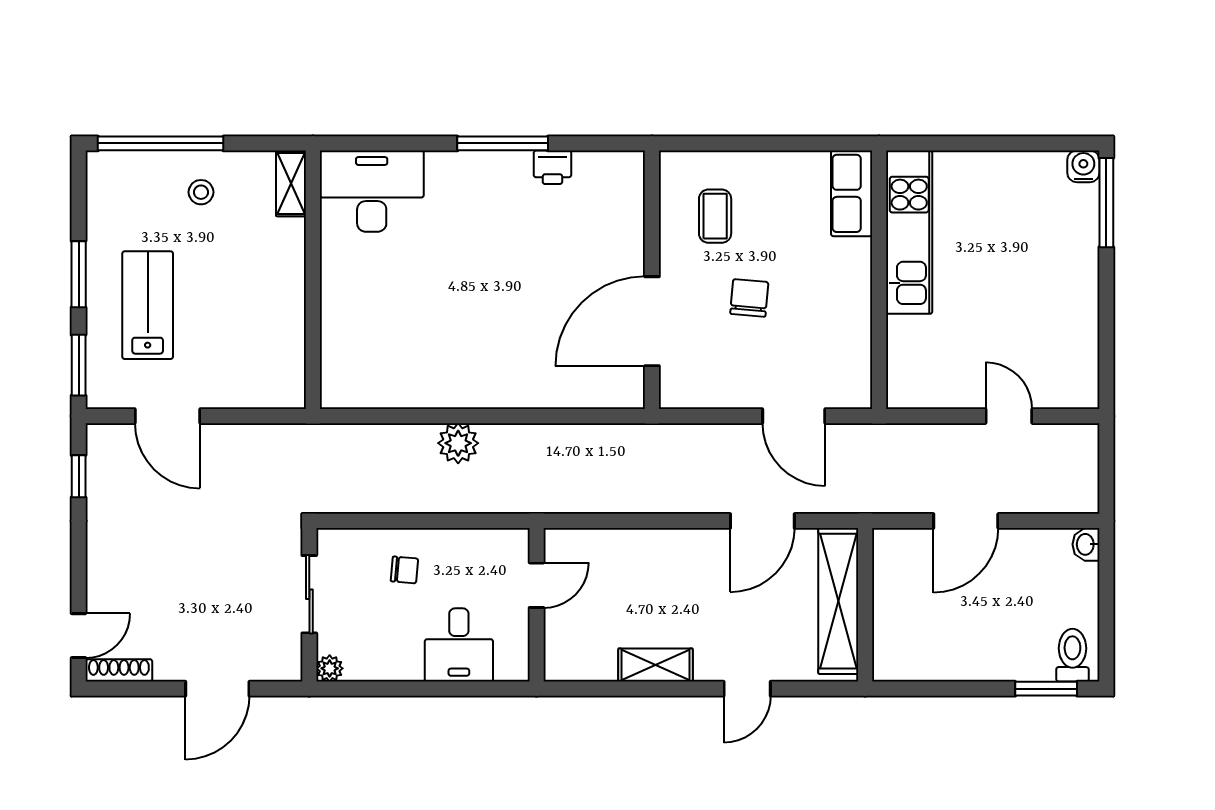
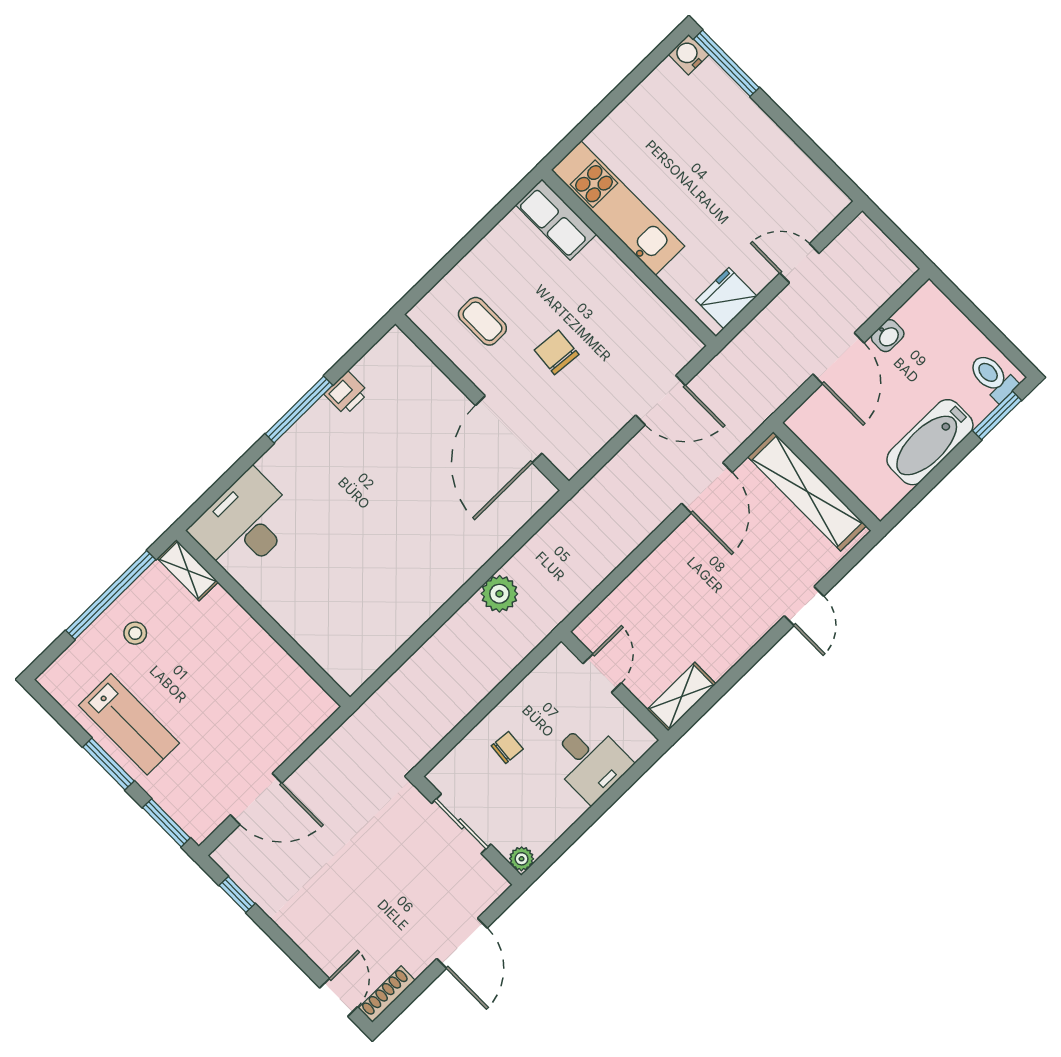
window: (161, 143) -> (111, 595), moved
lab bench: (148, 305) -> (129, 724), moved, turned 180
fridge: (925, 387) -> (726, 298), added
plant: (458, 443) -> (499, 594), moved
washbasin: (1086, 544) -> (888, 336), moved, turned -90
bathtub: (973, 658) -> (930, 442), added
shelving: (656, 665) -> (681, 697), moved

